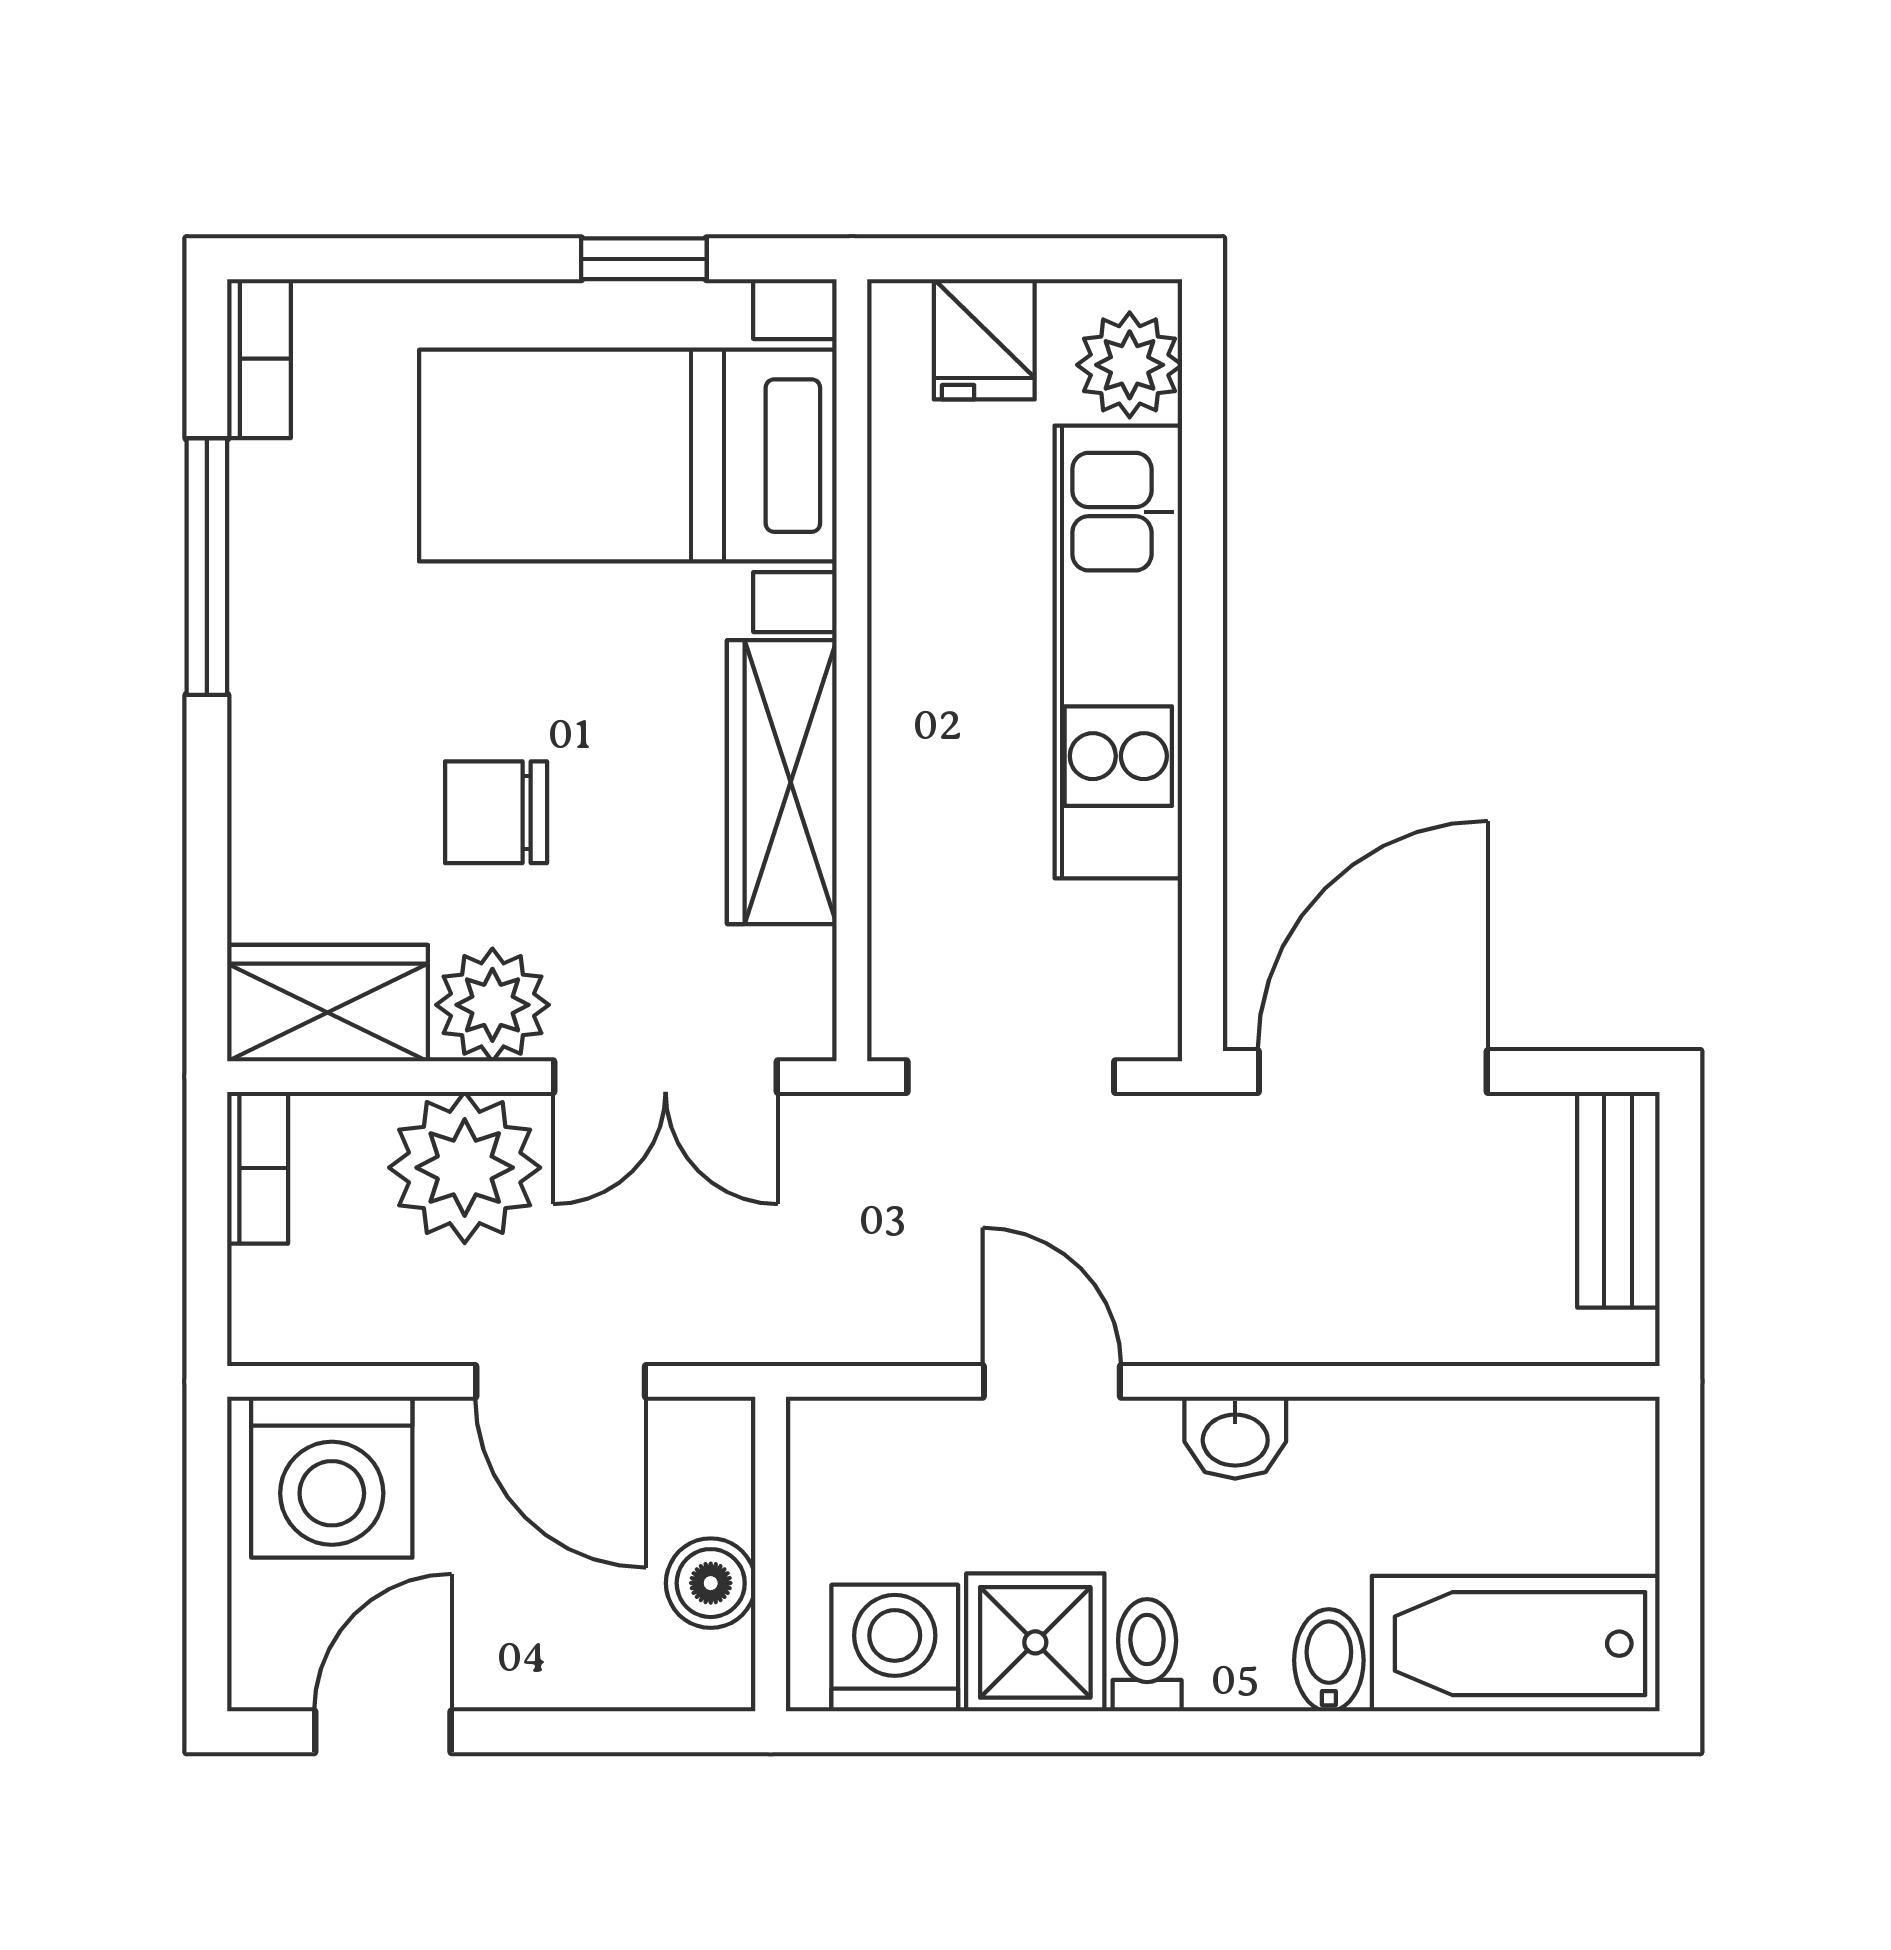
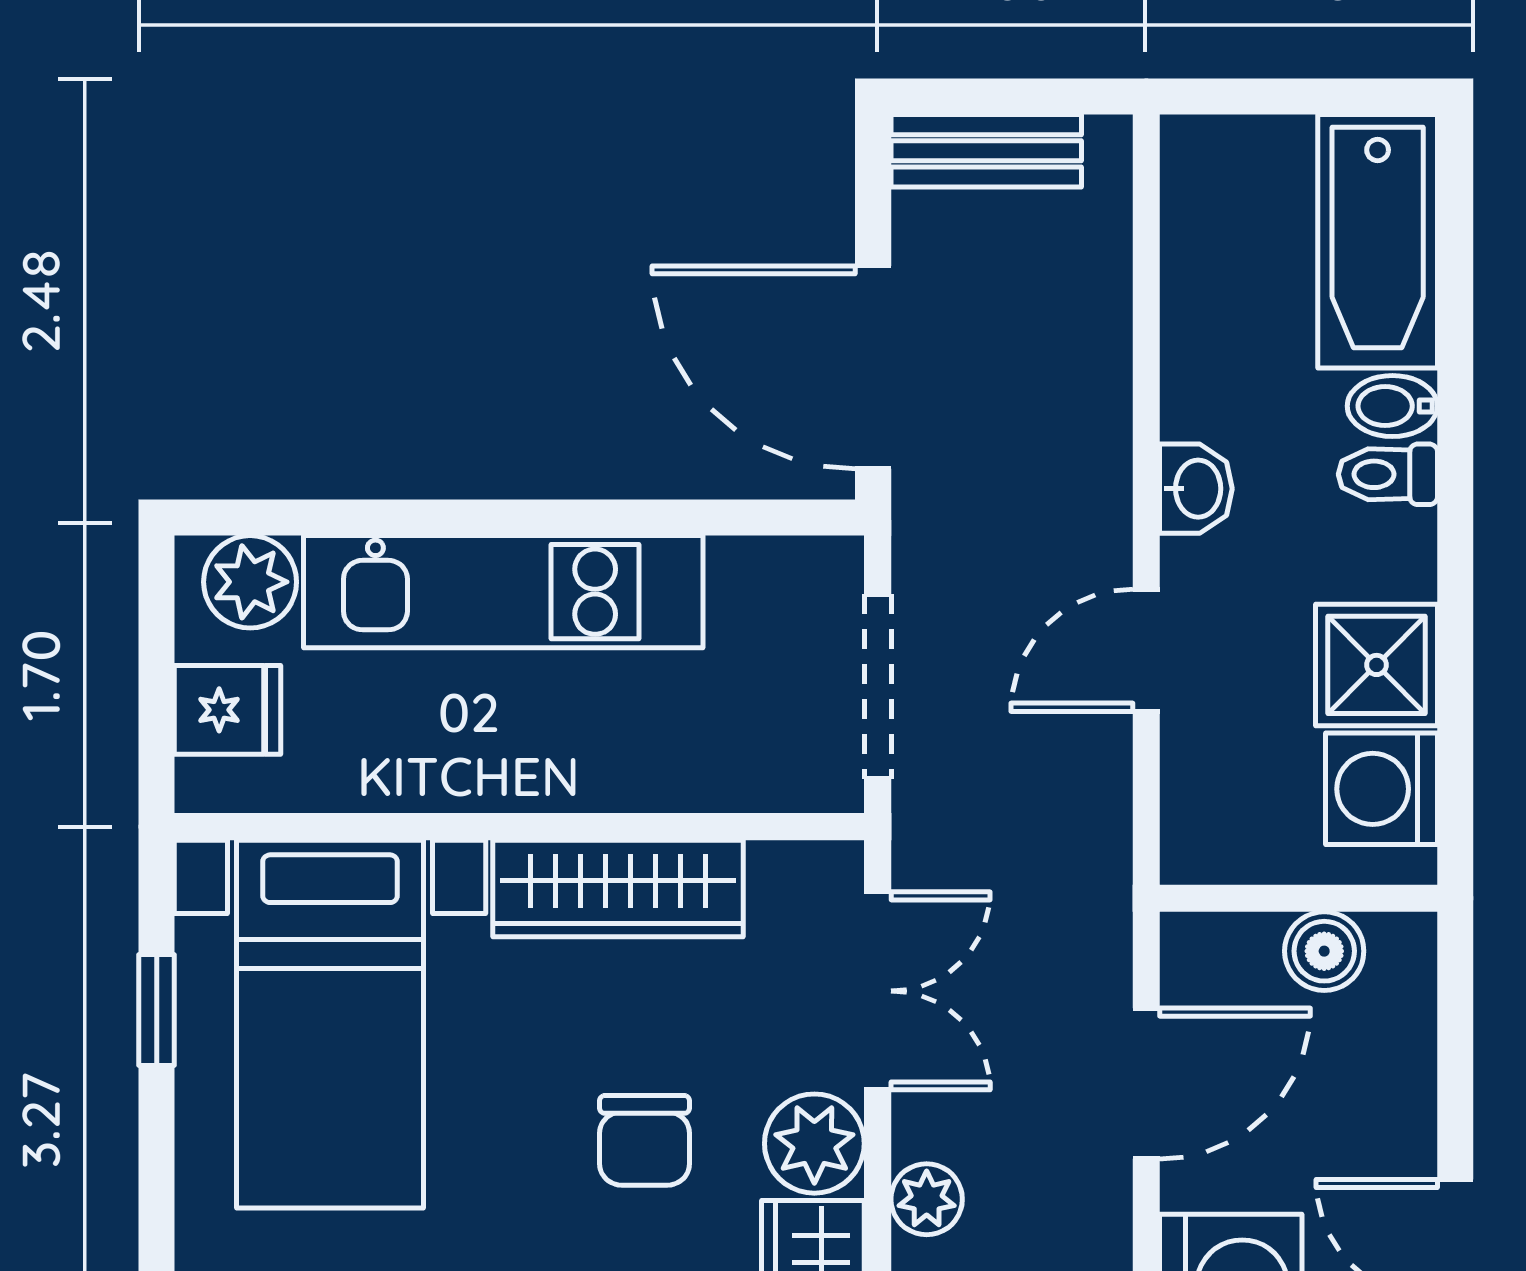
plant: (465, 1168) -> (927, 1199), width x0.53, depth x0.53
toilet: (1147, 1655) -> (1388, 474), moved

